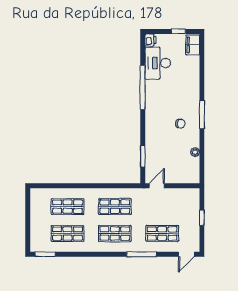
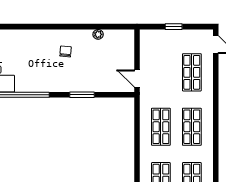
window: (202, 115) -> (55, 27), removed
window: (143, 156) -> (82, 95), moved
window: (141, 254) -> (216, 96), removed

